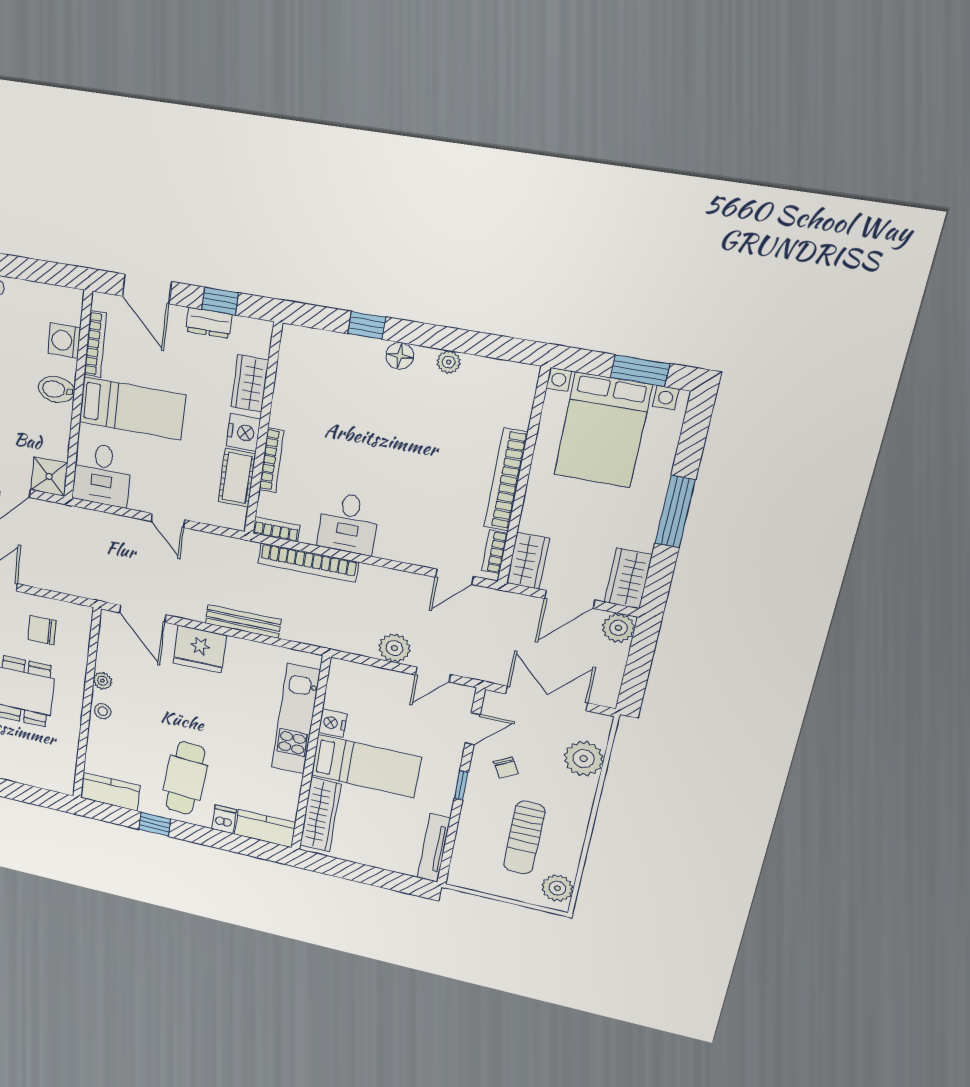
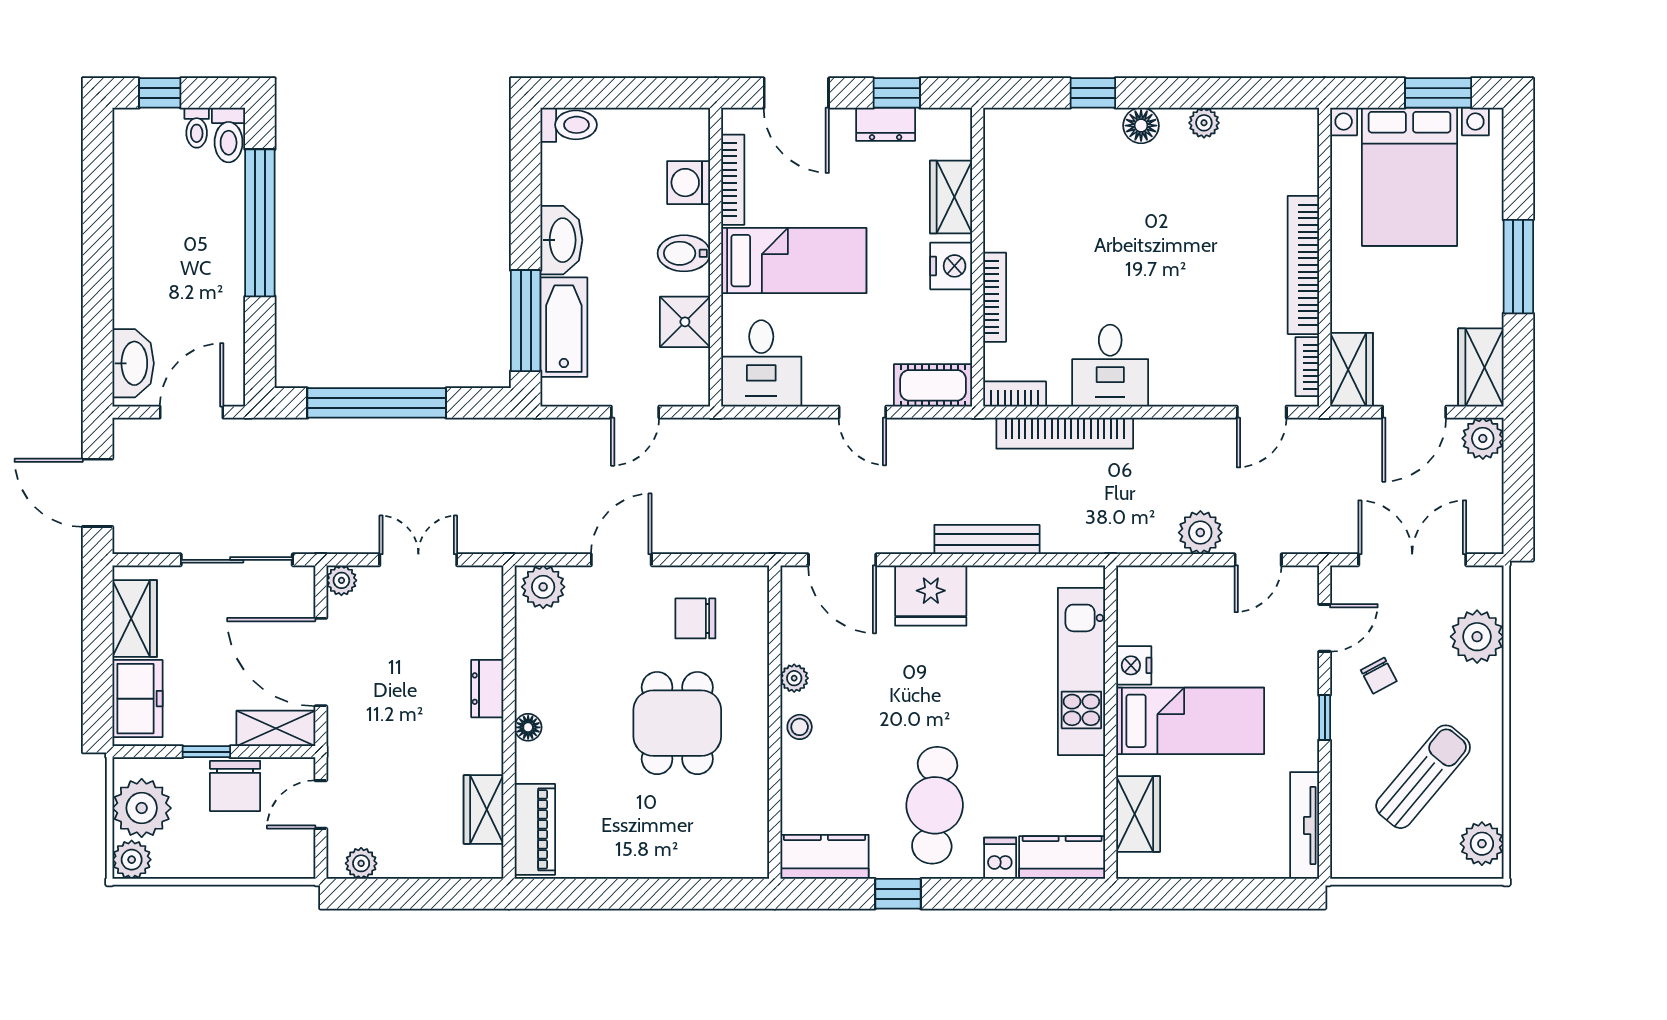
shower: (49, 477) -> (685, 322), moved
cot: (237, 478) -> (933, 385), moved, turned 90
wardrobe: (320, 815) -> (1138, 814), width x0.67
sun lounger: (524, 838) -> (1423, 777), turned -140

